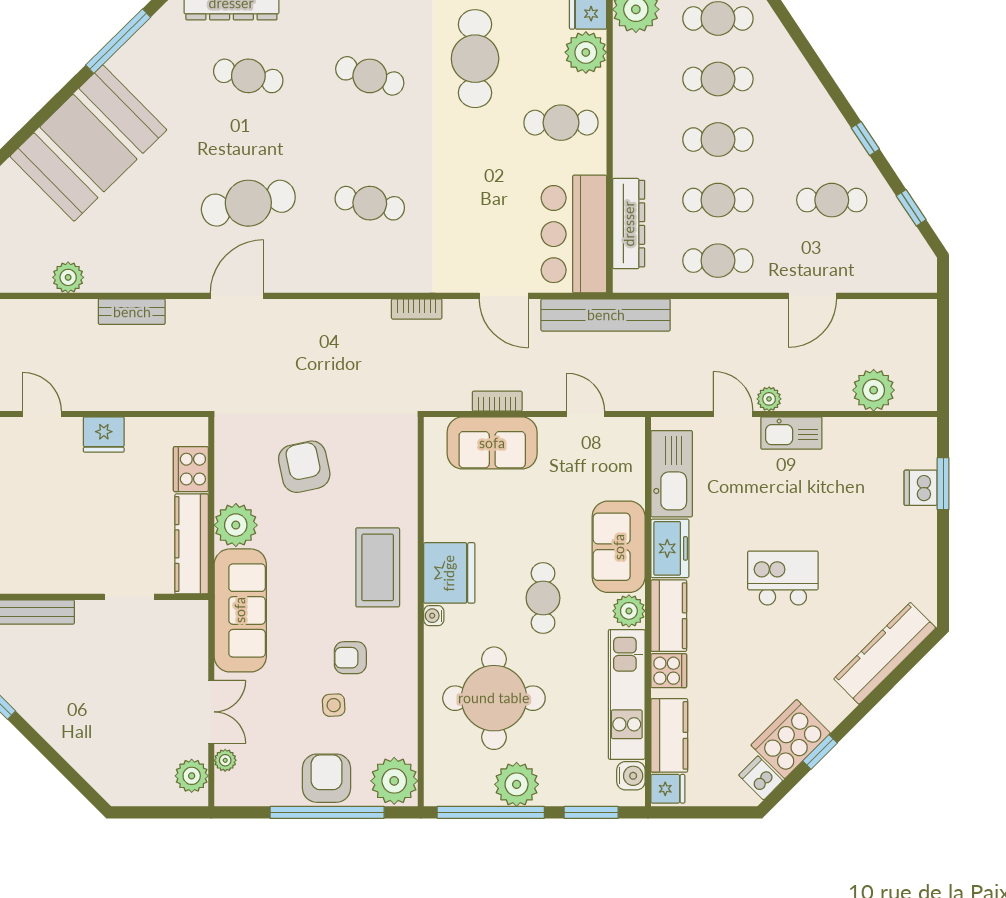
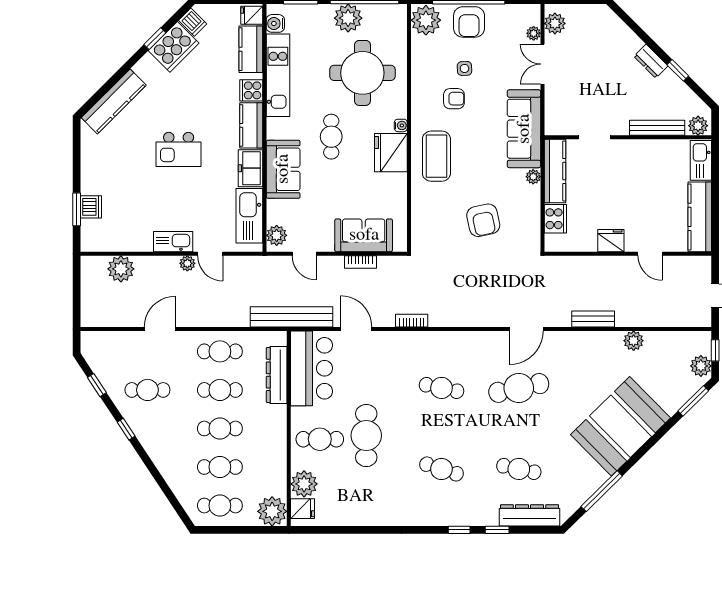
cafe table: (475, 59) -> (366, 436), moved
plant: (236, 525) -> (533, 177), width x0.53, depth x0.53
plant: (629, 611) -> (277, 235), moved
dresser: (41, 717) -> (651, 61), added

